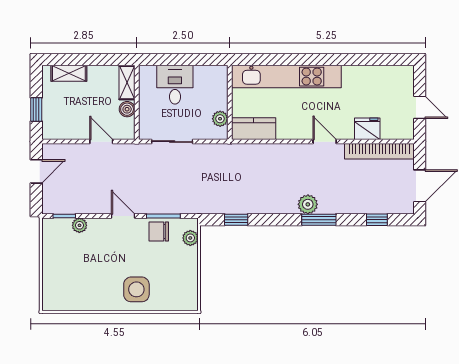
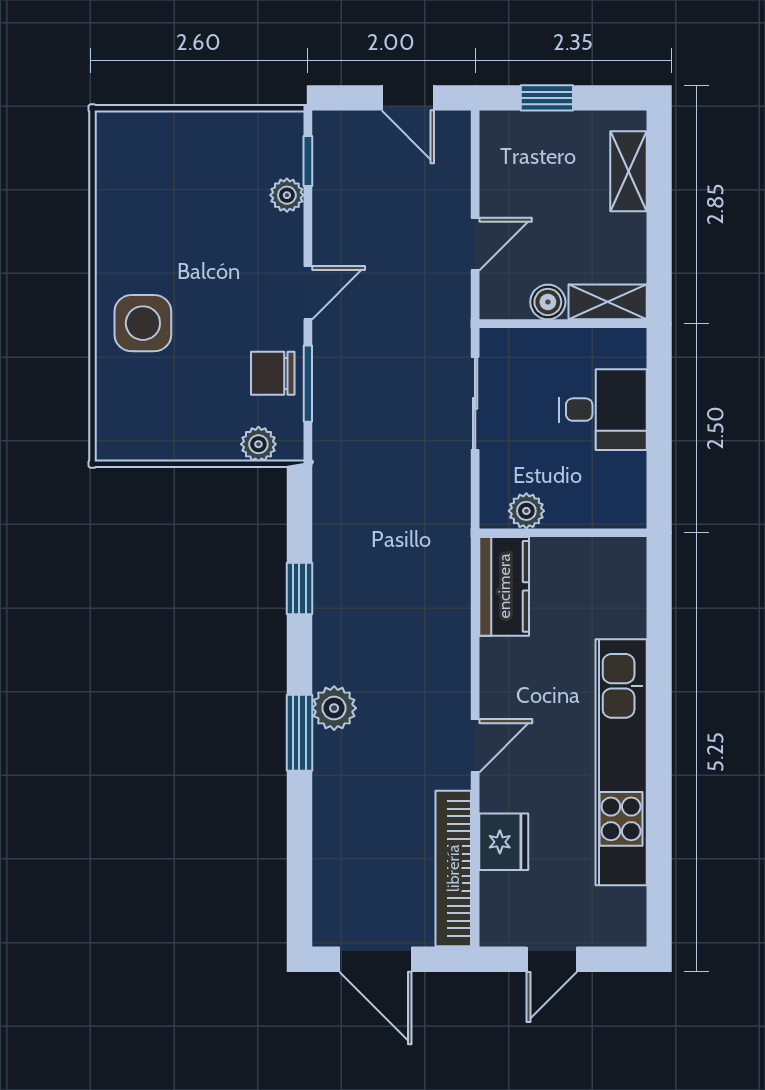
kitchen unit: (286, 77) -> (621, 762), moved
window: (236, 220) -> (299, 588), moved
window: (377, 220) -> (299, 863), removed
chair: (159, 232) -> (273, 373), turned -90

